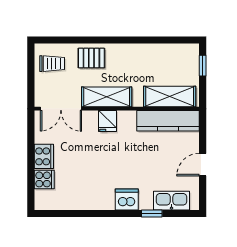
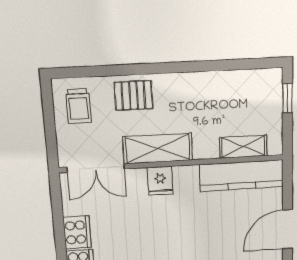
trolley: (52, 64) -> (78, 106), turned 90
shelving: (170, 97) -> (243, 147), width x0.67, depth x0.75
door: (203, 165) -> (288, 229), width x1.38

